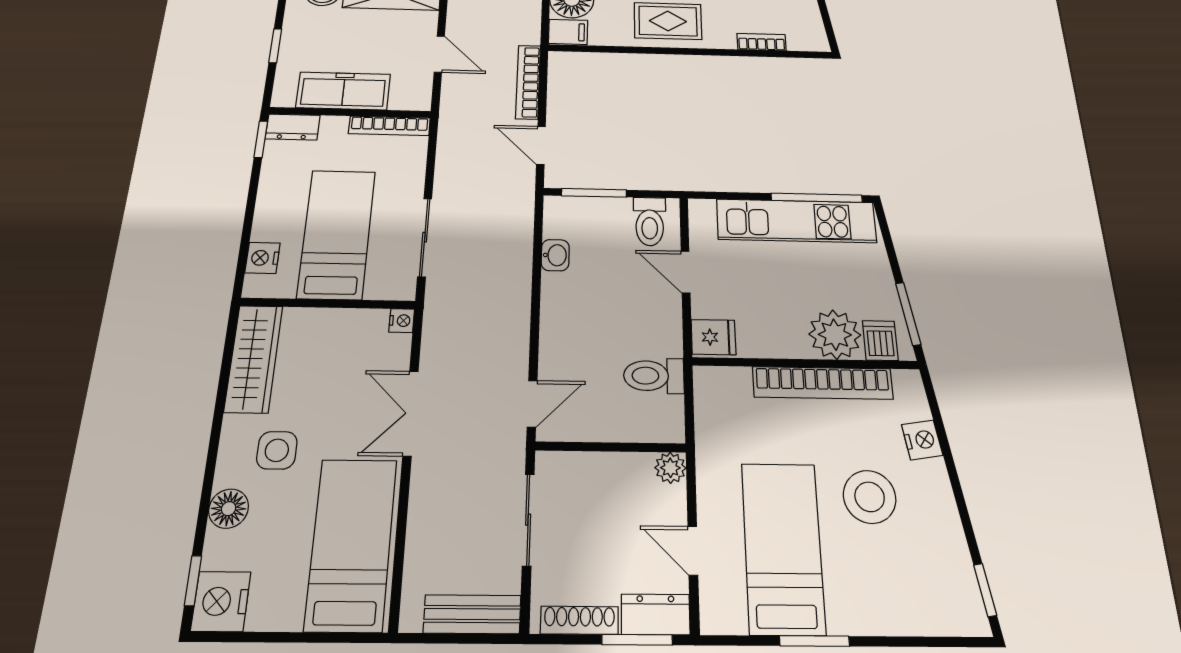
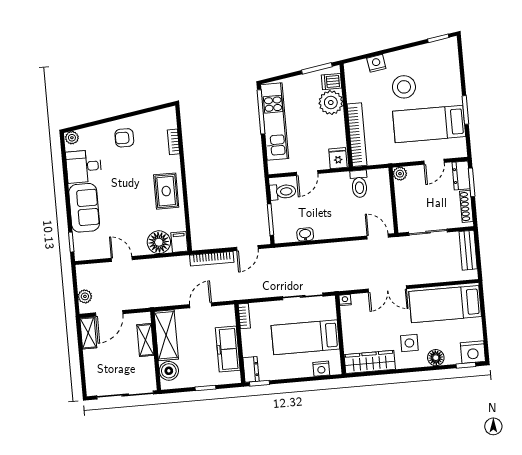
bookcase: (389, 126) -> (244, 316), width x0.64
bookcase: (823, 383) -> (357, 135), moved

